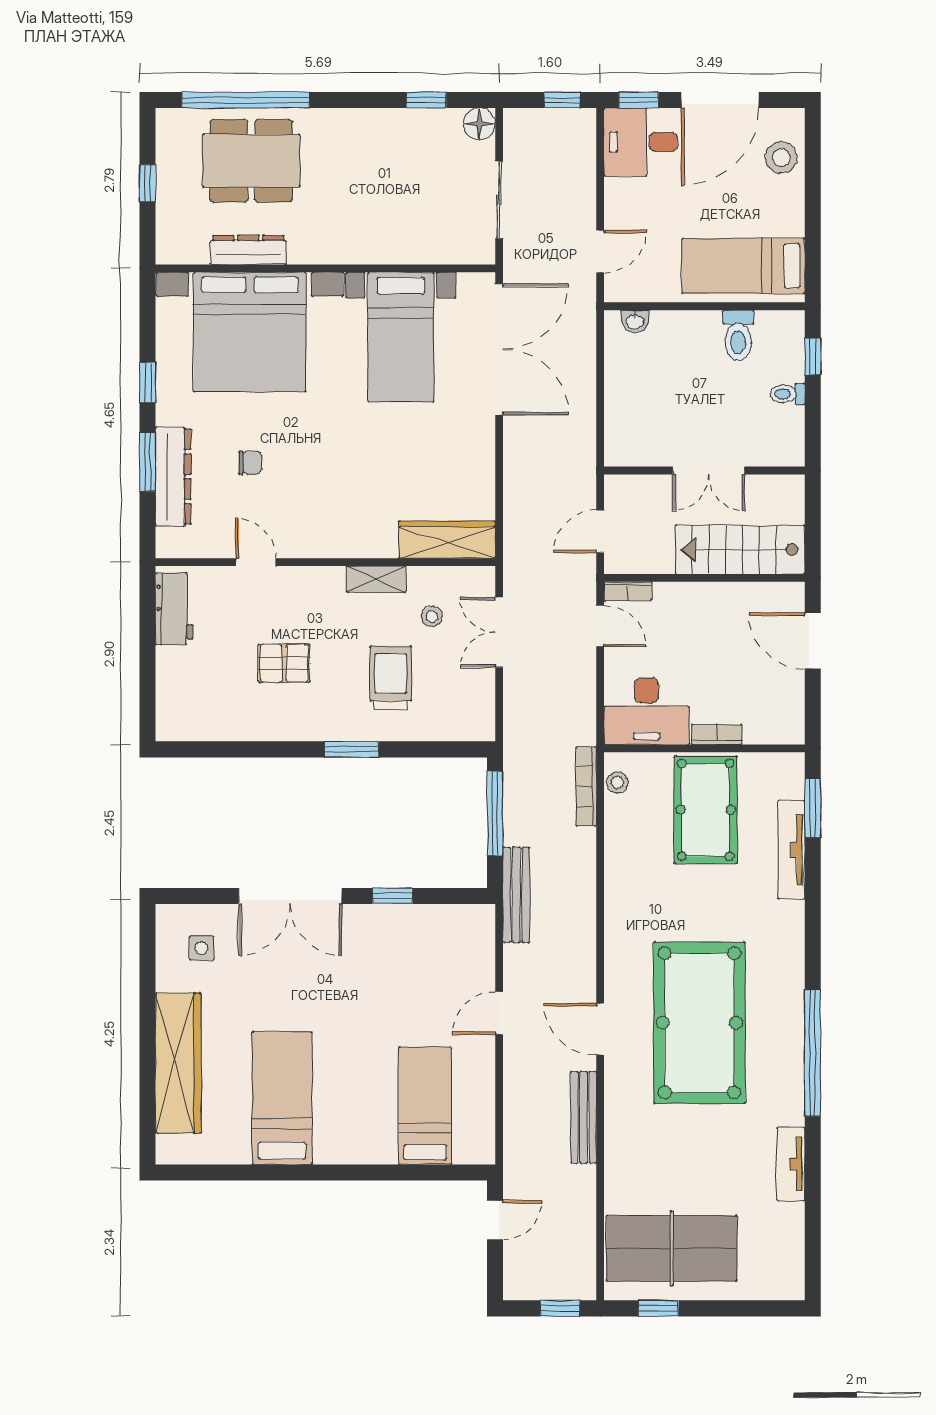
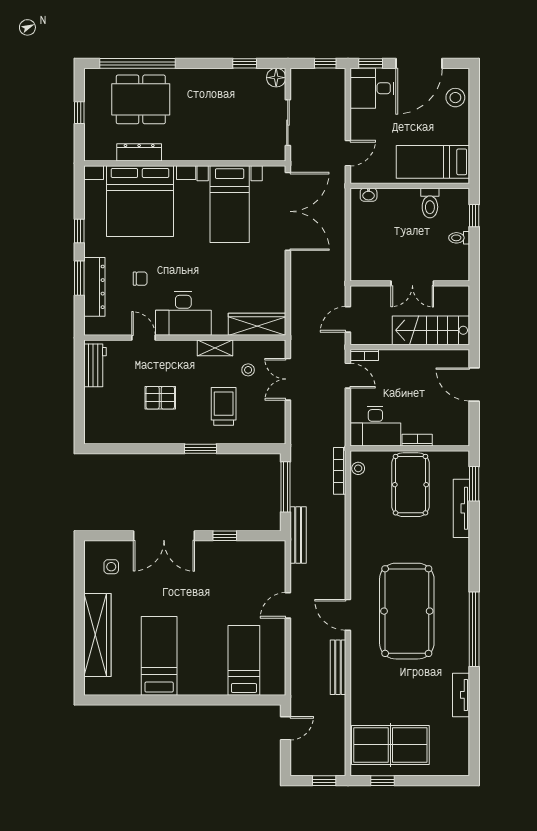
desk: (323, 522) -> (183, 314), added

